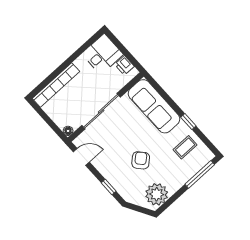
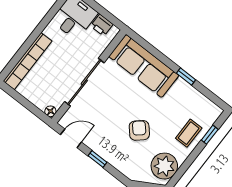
coffee table: (185, 147) -> (189, 133), moved
window: (200, 174) -> (210, 135), width x0.46
window: (109, 187) -> (97, 159), moved

